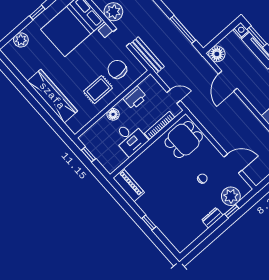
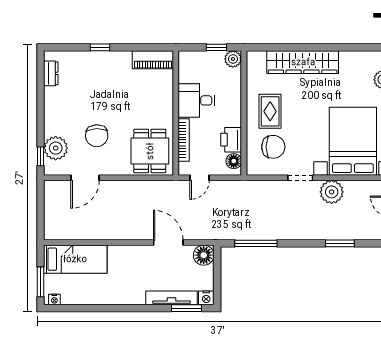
bench: (147, 55) -> (261, 187), removed
floor lamp: (113, 114) -> (234, 161), moved
plant: (87, 139) -> (233, 59), added
chair: (202, 179) -> (97, 136), width x1.87, depth x1.87
window: (232, 211) -> (40, 156), moved
dresser: (212, 218) -> (51, 73), moved

